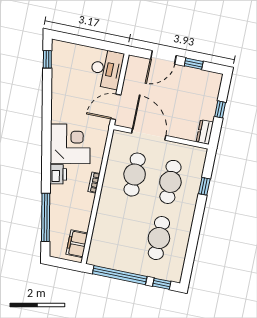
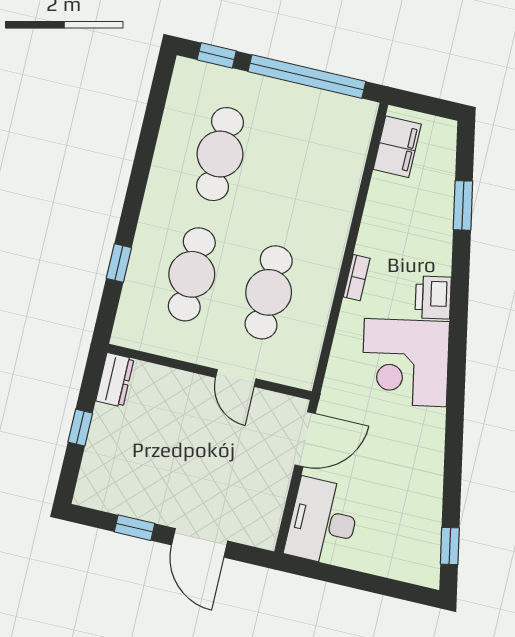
door: (163, 57) -> (200, 543), swing flipped
door: (149, 134) -> (236, 378), width x0.53
window: (46, 217) -> (463, 205), width x0.47

